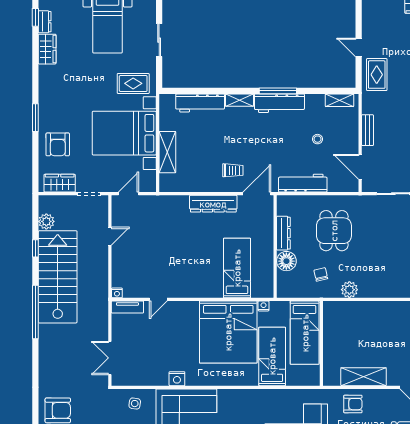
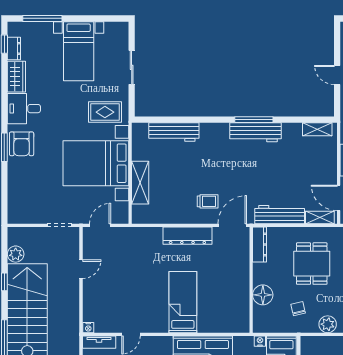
desk: (54, 80) -> (24, 109), added
shelving: (239, 100) -> (320, 217), moved
stool: (317, 139) -> (295, 169), removed
armchair: (58, 144) -> (22, 144), moved
wardrobe: (60, 183) -> (29, 215), removed
dresser: (283, 233) -> (260, 245), moved
bed: (237, 268) -> (183, 302), moved
nightstand: (264, 306) -> (260, 341), moved

